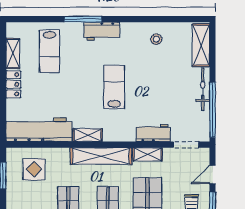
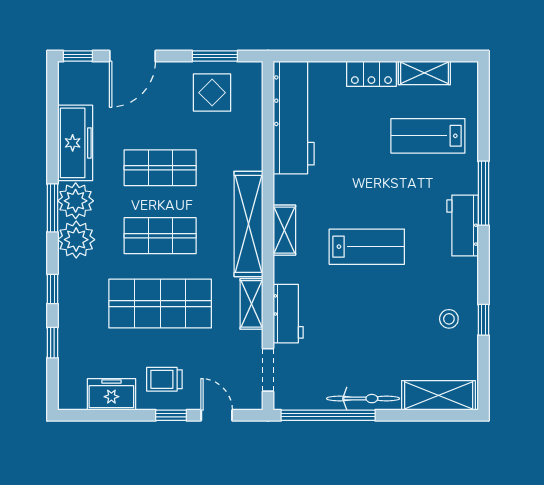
window: (157, 19) -> (483, 320), added
shelving: (88, 135) -> (284, 230), moved
display table: (34, 169) -> (212, 93), moved

